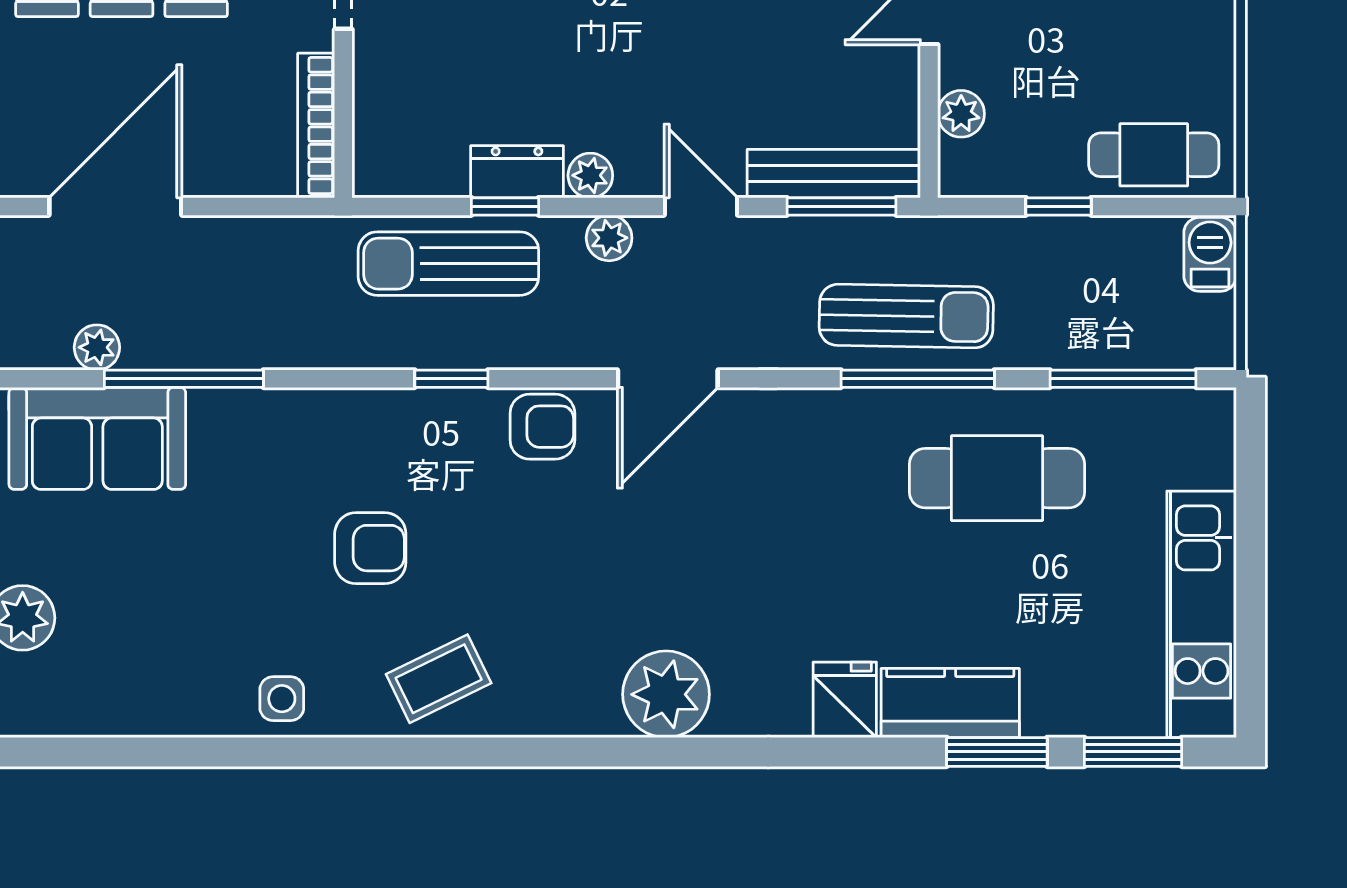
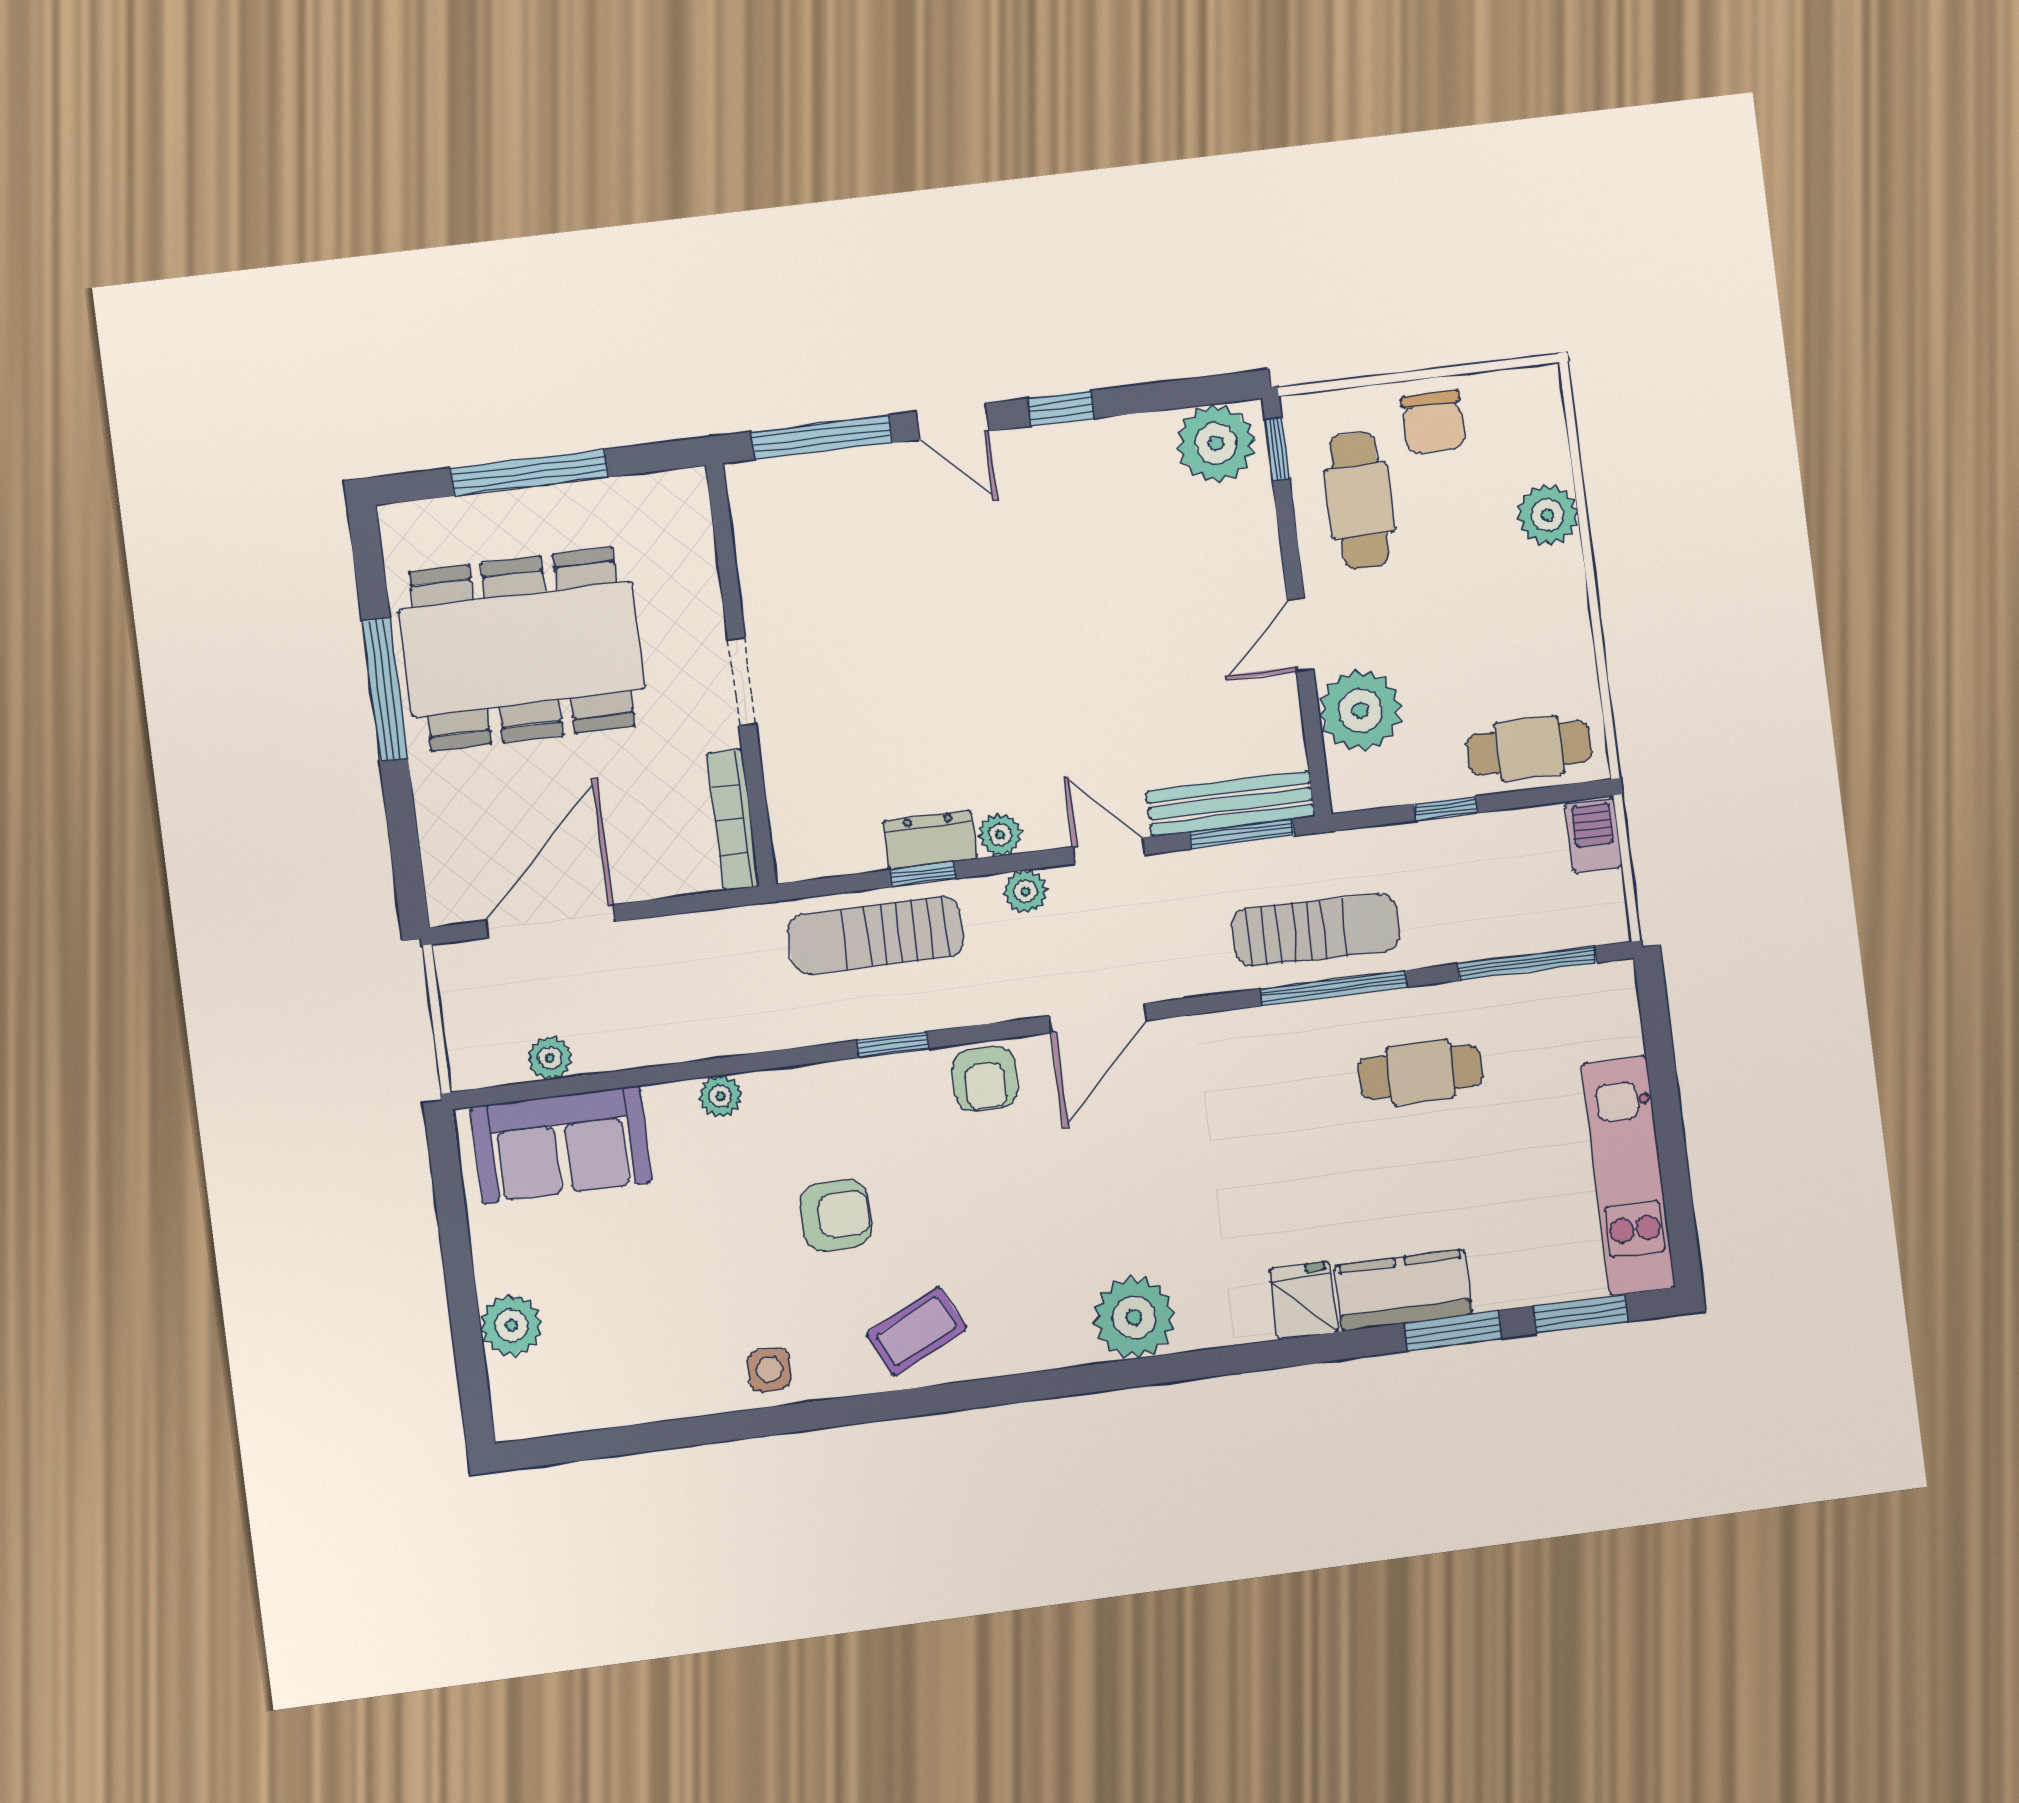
plant: (961, 114) -> (1360, 710), width x1.88, depth x1.88
window: (184, 379) -> (637, 1077), removed
plant: (267, 409) -> (720, 1096), added
armchair: (542, 427) -> (985, 1079), turned 90
cafe table: (997, 478) -> (1420, 1072), width x0.73, depth x0.74

